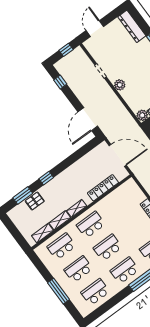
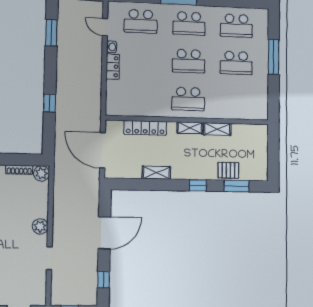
door: (88, 119) -> (104, 233), moved
shelving: (42, 233) -> (156, 173), moved
school desk: (61, 246) -> (236, 100), removed

